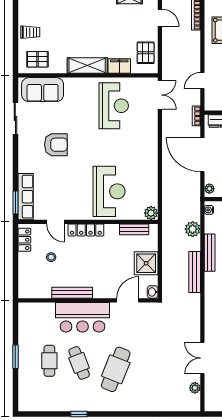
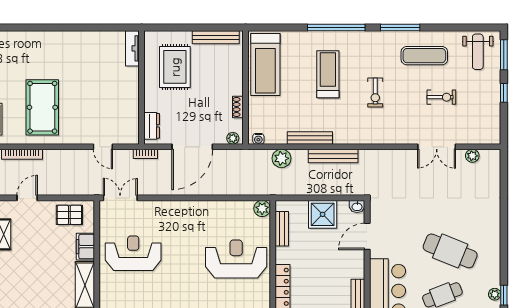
door: (128, 300) -> (367, 236), hinge flipped
plant: (80, 406) -> (495, 294), added

